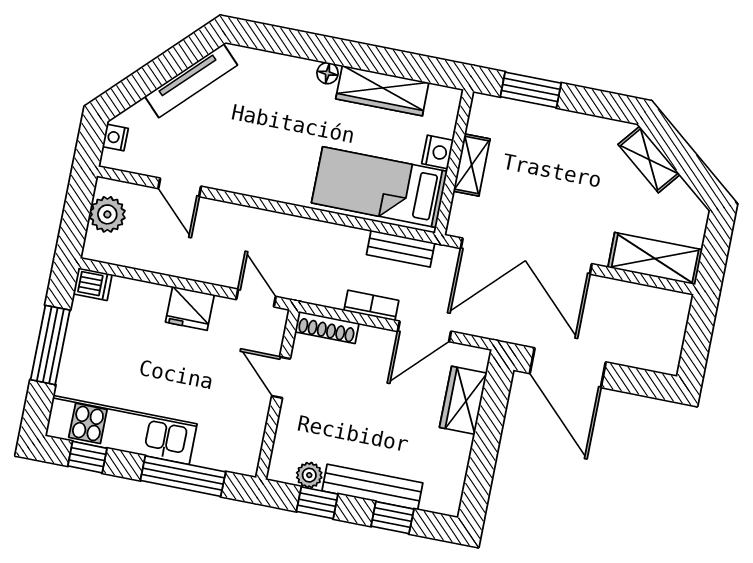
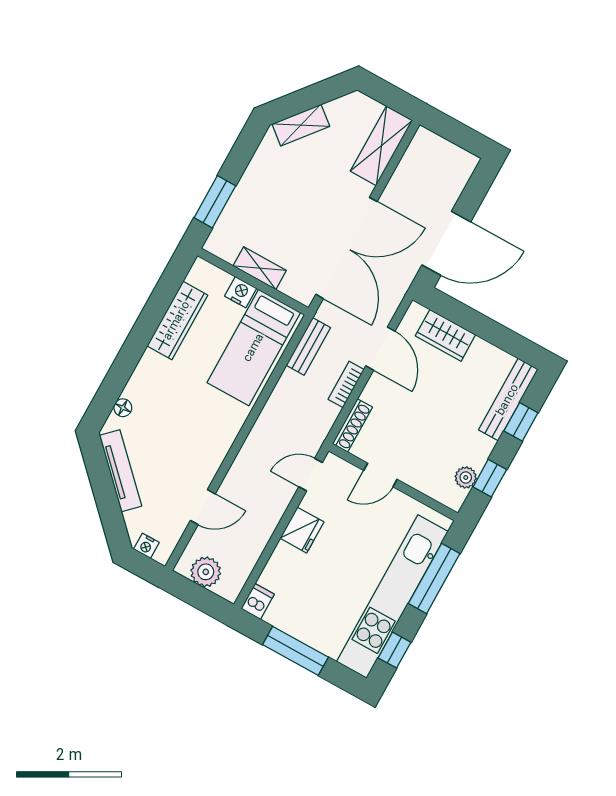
floor lamp: (328, 73) -> (123, 408), moved
kitchen unit: (121, 430) -> (392, 597), width x1.36
bench: (372, 487) -> (508, 400), moved

